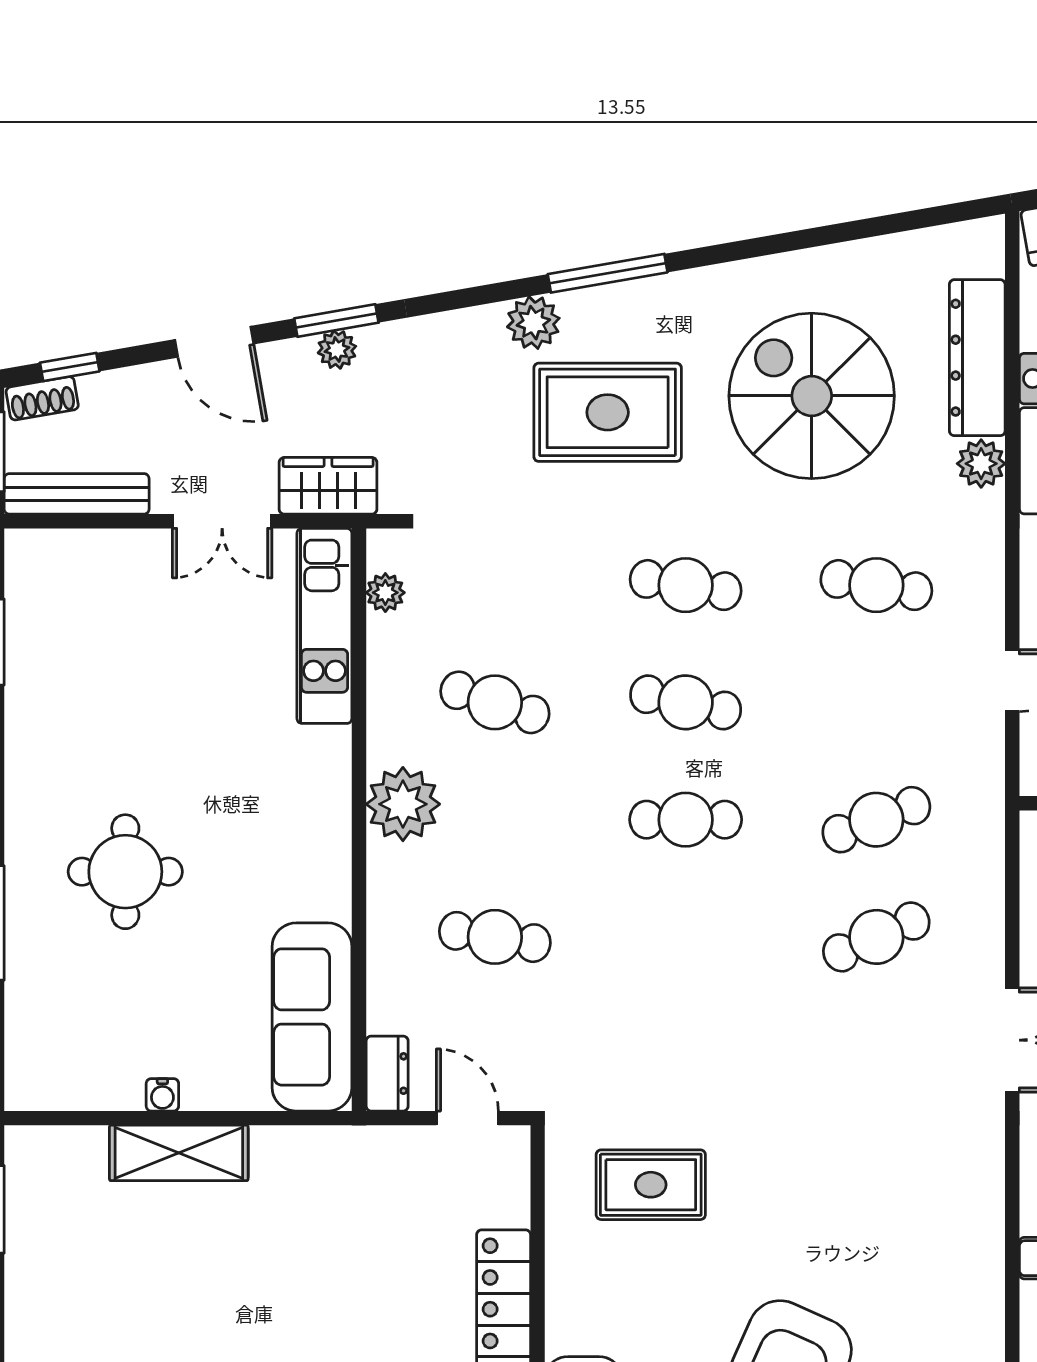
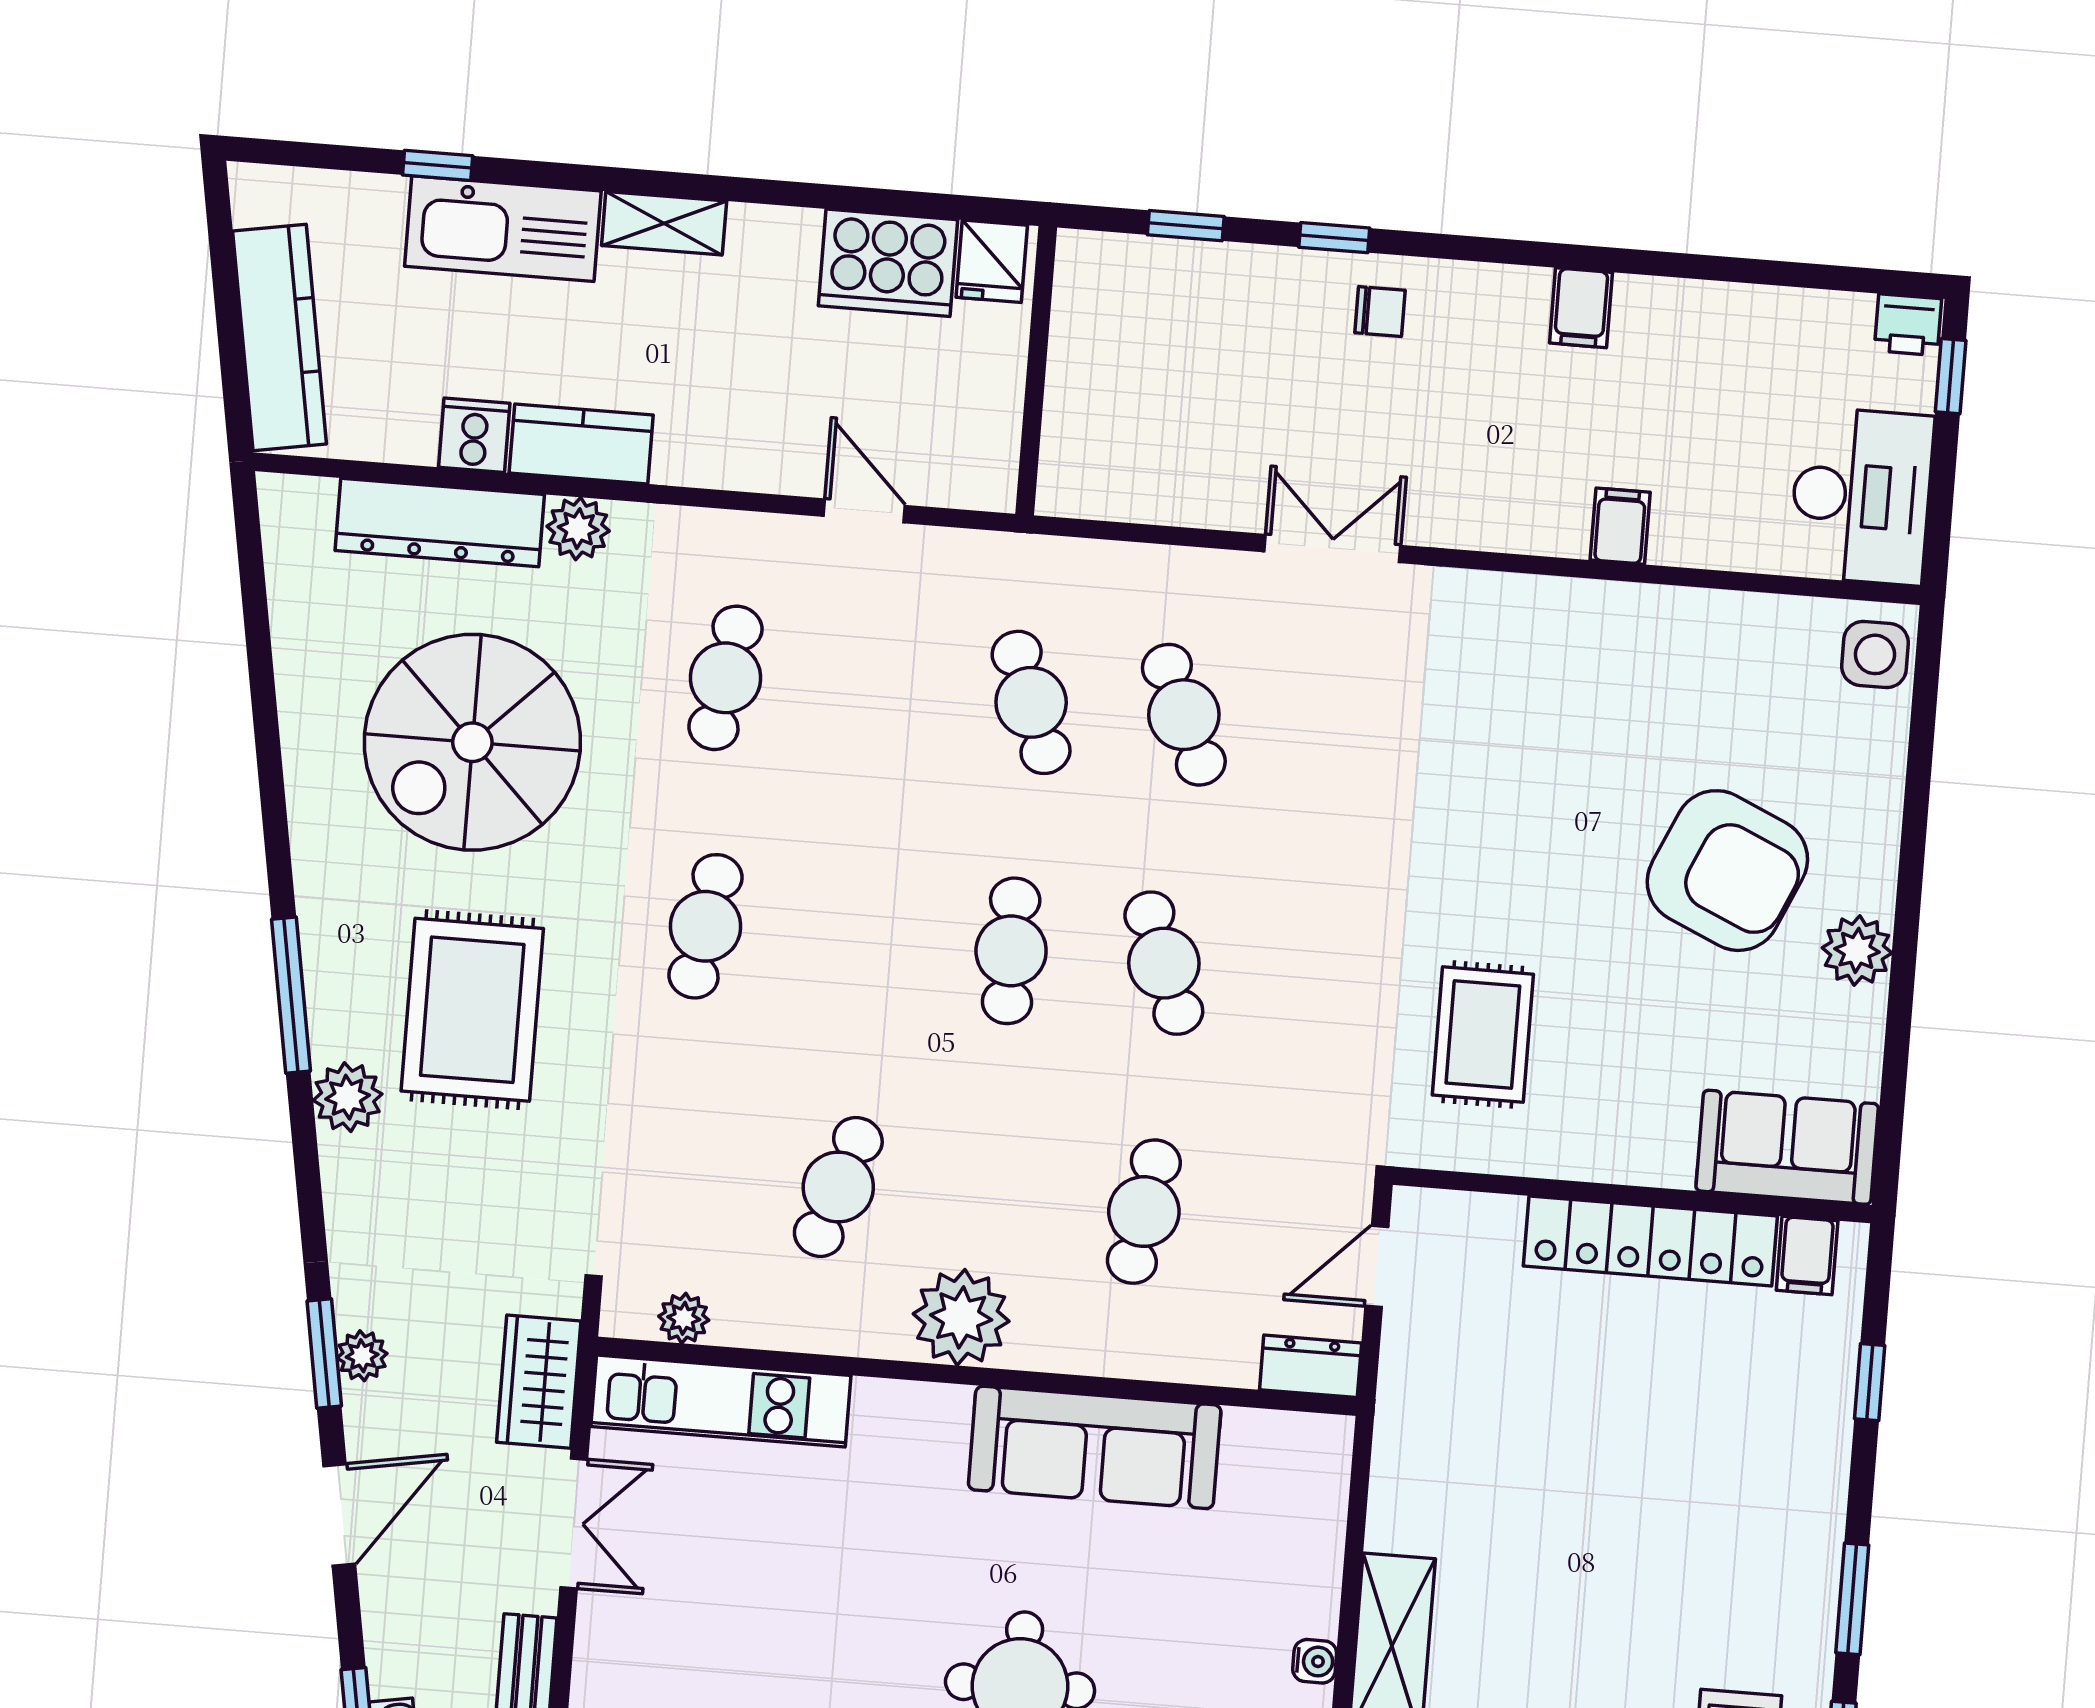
cafe table: (686, 702) -> (1164, 963), moved, turned -33
sofa: (312, 1017) -> (1095, 1447), moved

